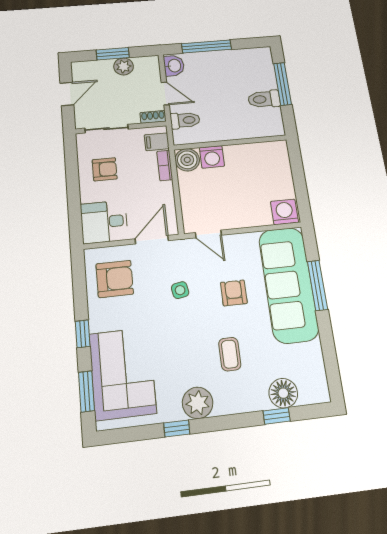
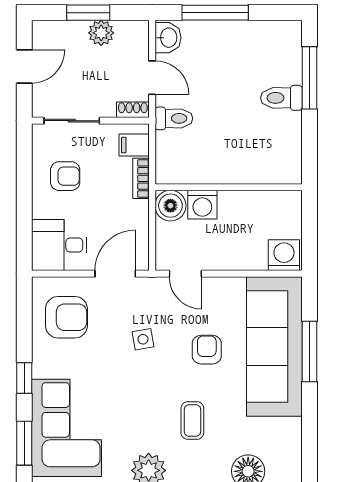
wall: (230, 143) -> (229, 187), moved
washing machine: (212, 157) -> (202, 205), moved
boiler: (187, 160) -> (170, 206), moved

